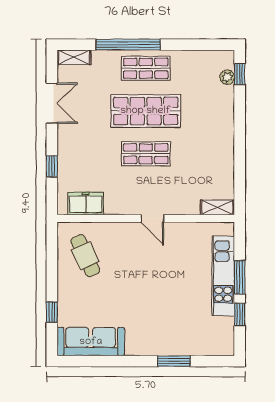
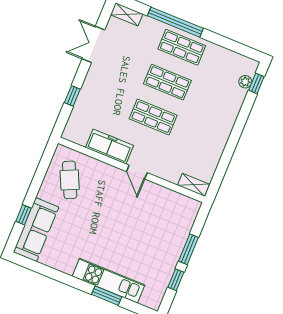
double door: (52, 103) -> (93, 44), swing flipped
shop shelf: (146, 111) -> (167, 82), width x0.70, depth x0.74
freezer: (86, 203) -> (109, 147), moved, width x1.40
kitchen unit: (223, 276) -> (108, 281), moved, turned 90
sofa: (91, 342) -> (36, 230), moved, turned 90

